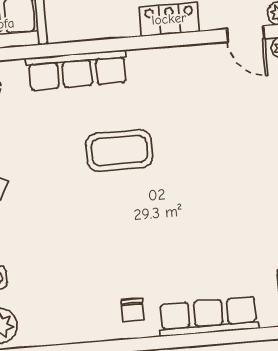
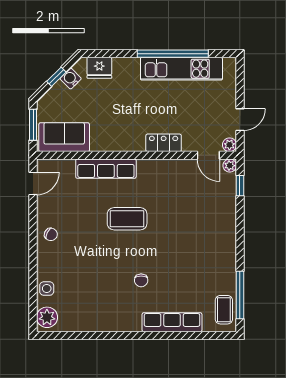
chair: (133, 310) -> (141, 280), moved

